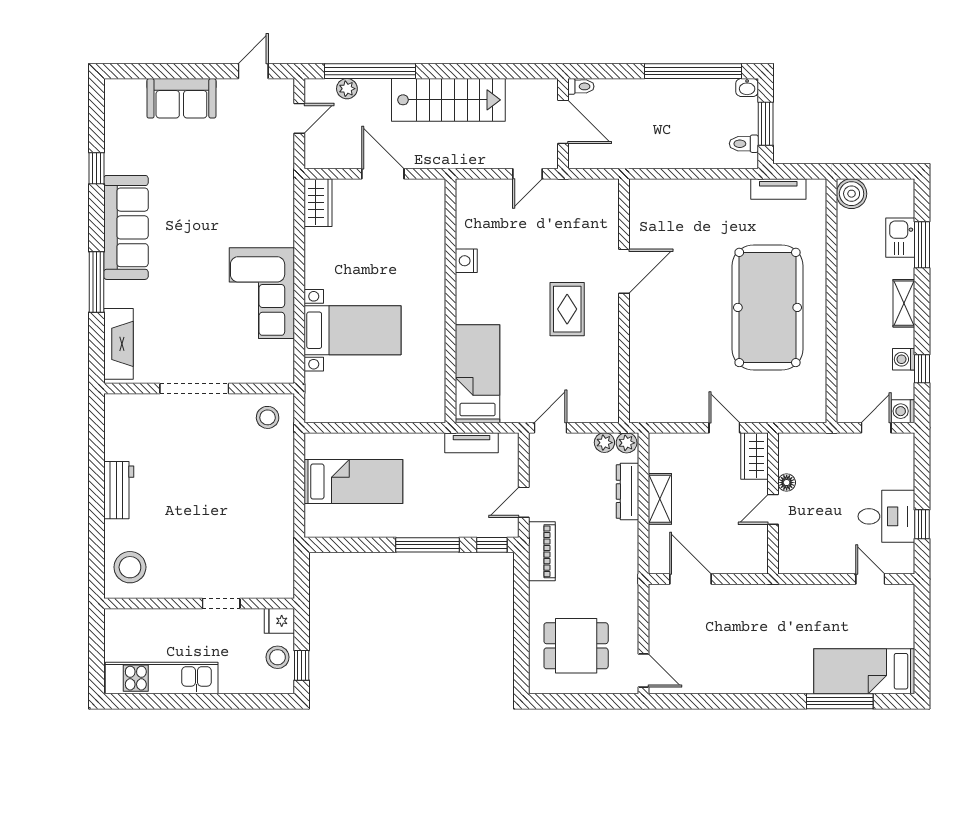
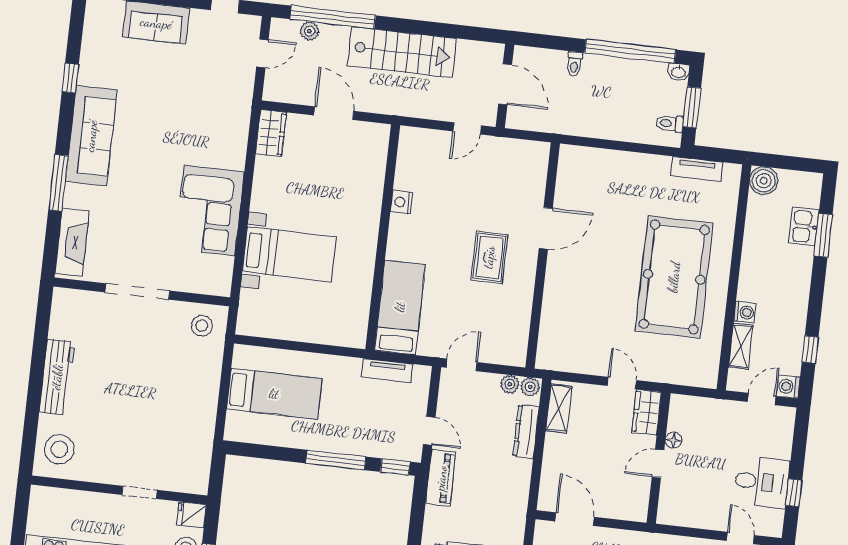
toilet: (581, 86) -> (574, 64), moved, turned 90
shelving: (904, 303) -> (741, 346), moved
washing machine: (904, 359) -> (745, 312), moved, turned 180
workbench: (119, 490) -> (57, 377), width x1.38
shelving: (660, 499) -> (559, 408), moved
door: (524, 502) -> (429, 431), swing flipped

